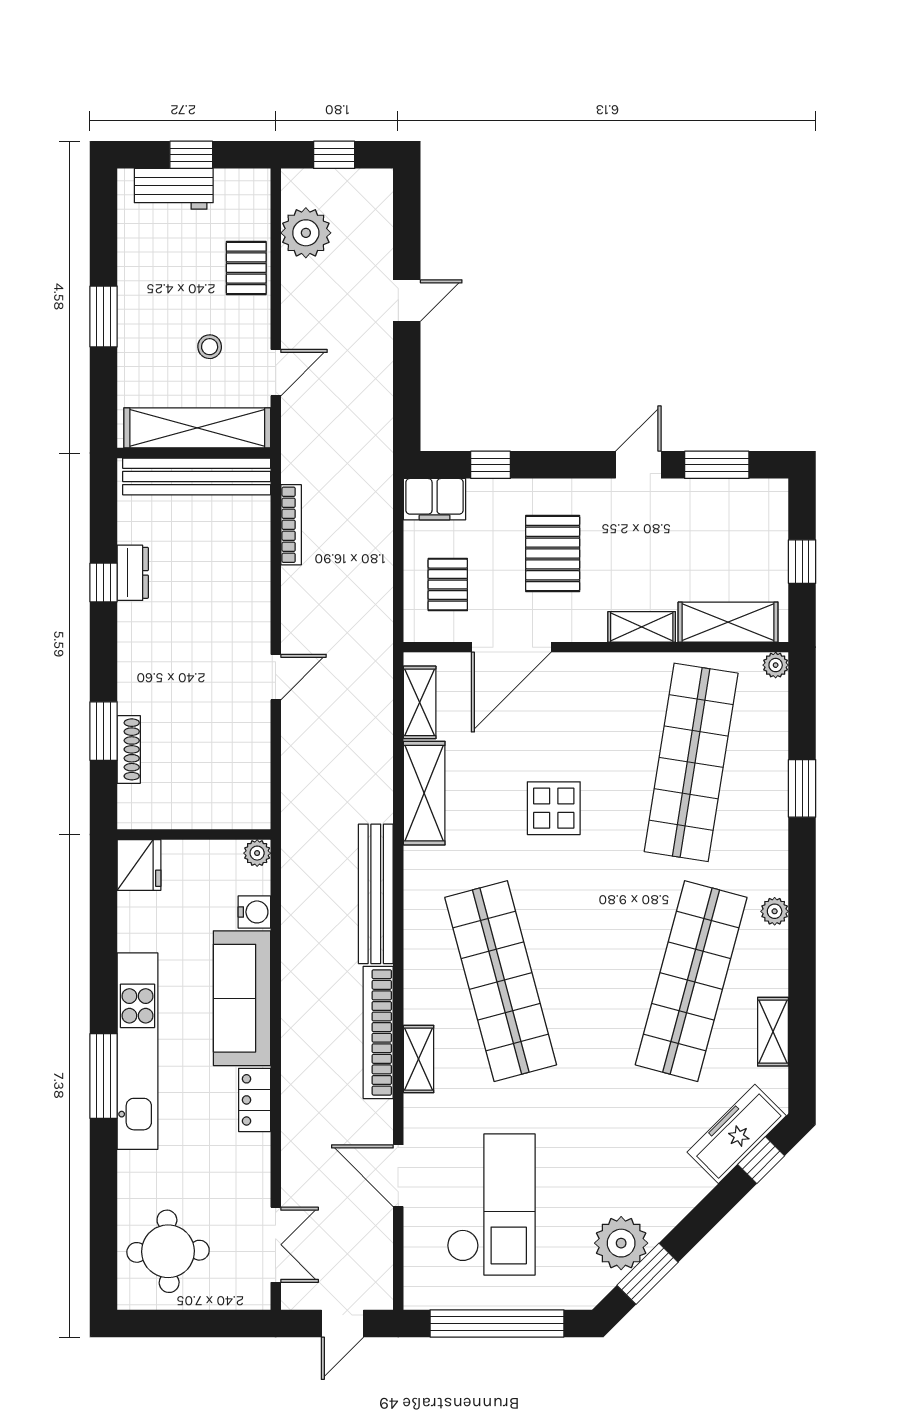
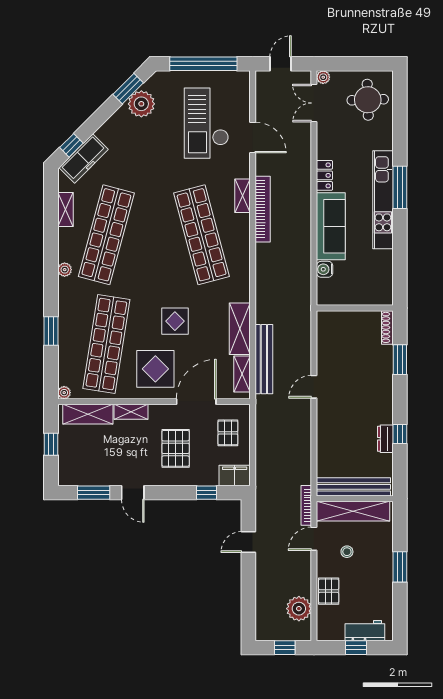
door: (407, 301) -> (248, 542), moved
door: (638, 465) -> (133, 493), hinge flipped
bookcase: (291, 525) -> (306, 505), moved
display table: (593, 713) -> (155, 369), added
shoe rack: (129, 749) -> (387, 327), moved
plant: (257, 853) -> (323, 77), moved
fridge: (139, 865) -> (382, 293), removed
bench: (376, 894) -> (264, 359), moved

